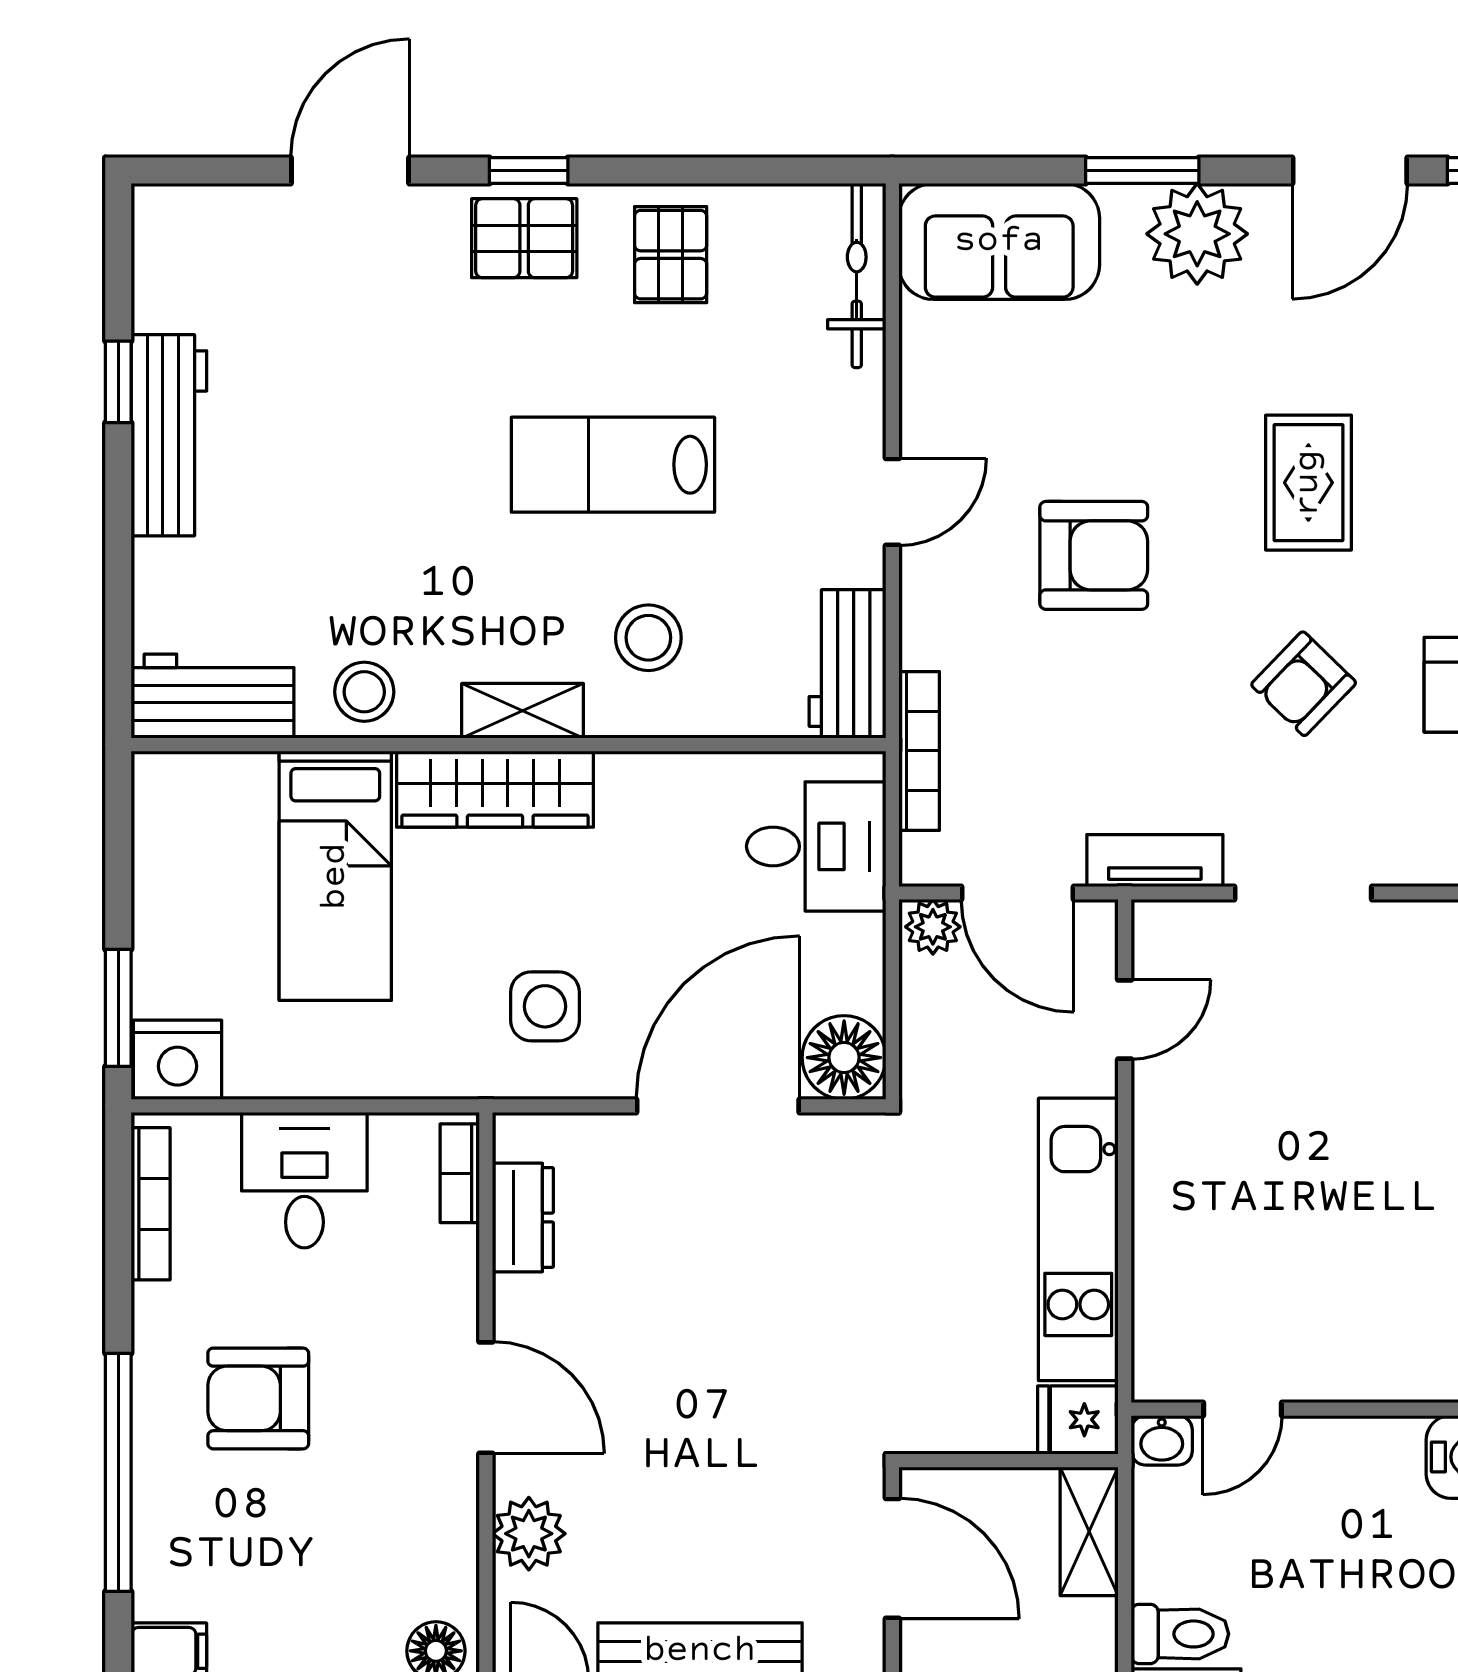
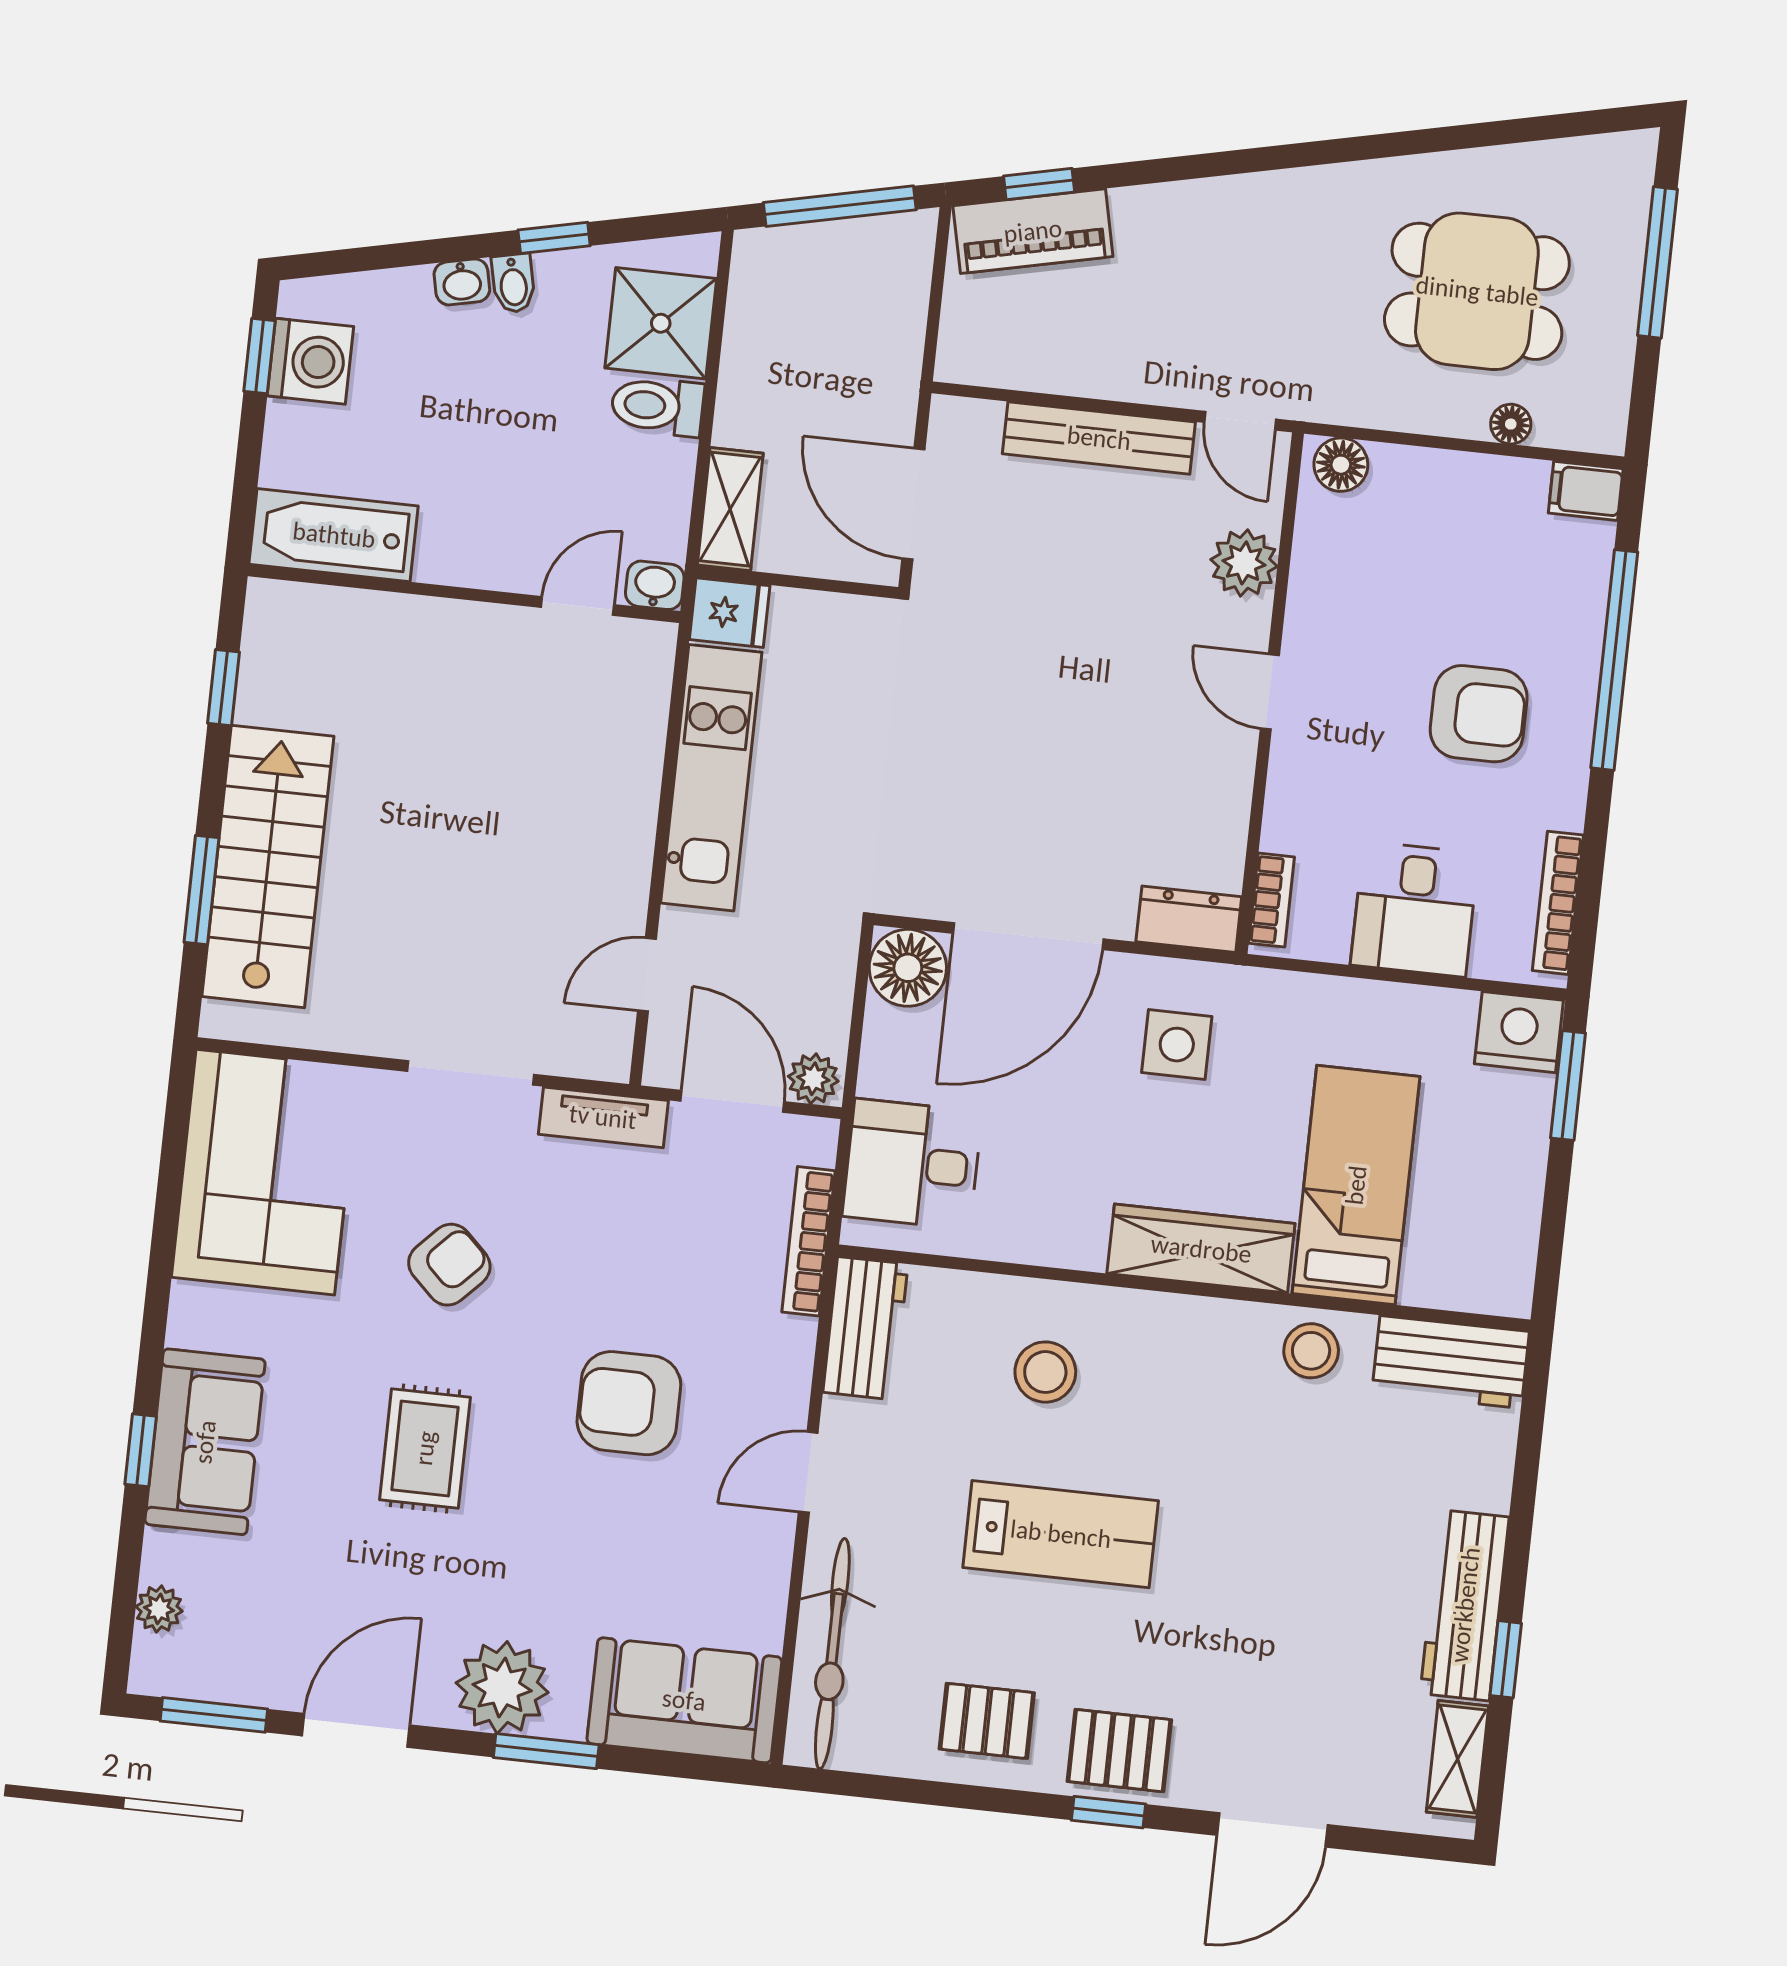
pallet: (671, 255) -> (987, 1721), turned 90
bicycle: (857, 275) -> (832, 1654), width x1.37, depth x1.40
shelving: (523, 711) -> (1458, 1759), moved, turned 90
dresser: (523, 1217) -> (1189, 919), moved, turned 90
door: (486, 1398) -> (1270, 692), width x0.73

